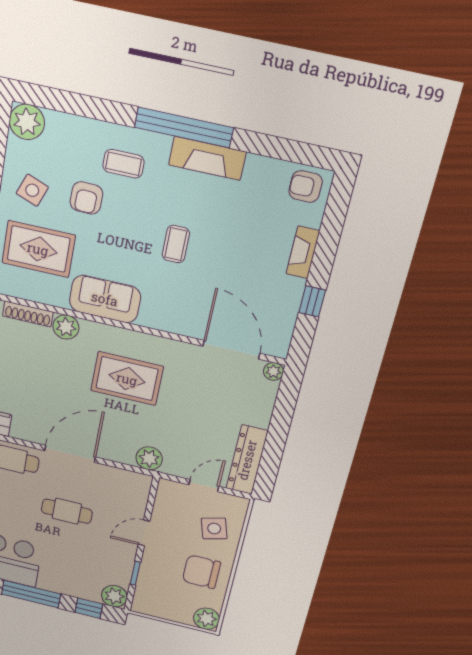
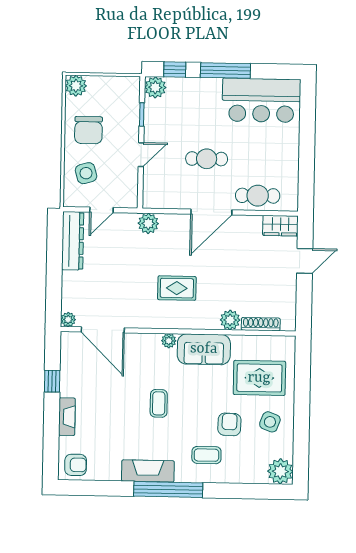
plant: (148, 319) -> (169, 341), added
rug: (127, 379) -> (177, 288), width x0.73, depth x0.70
chair: (201, 572) -> (88, 130), turned 90

